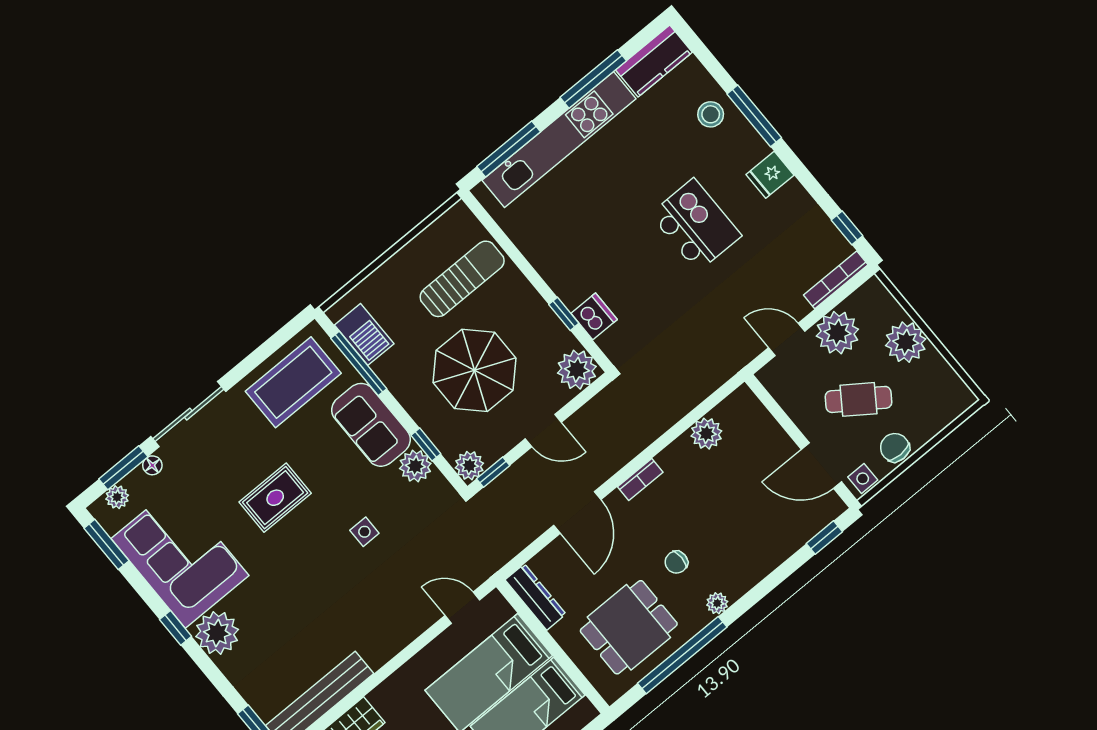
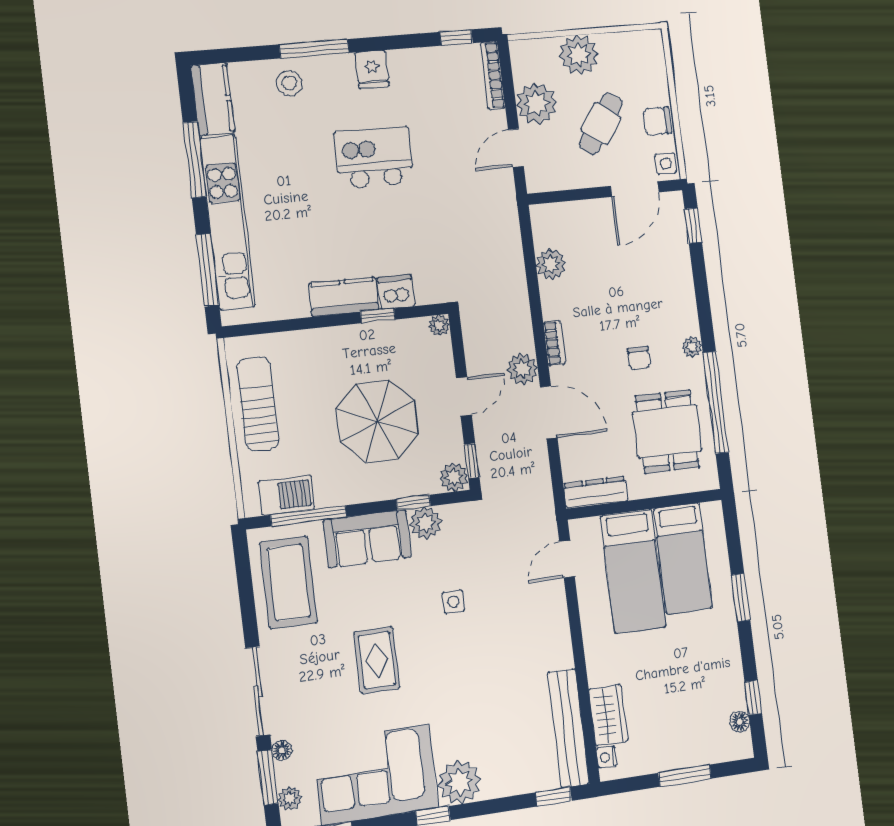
kitchen counter: (561, 275) -> (344, 297), added
sun lounger: (462, 279) -> (258, 404), moved
plant: (577, 370) -> (439, 325), width x0.53, depth x0.53
plant: (600, 466) -> (522, 369), added

